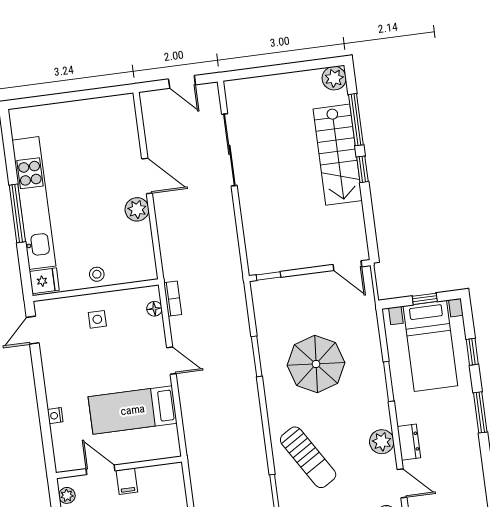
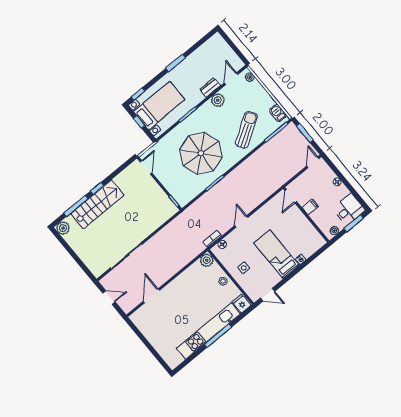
door: (182, 82) -> (109, 298), hinge flipped
door: (147, 176) -> (151, 296), moved
plant: (137, 209) -> (207, 260), moved
window: (472, 352) -> (138, 94), moved
parasol: (316, 364) -> (201, 153), width x1.36, depth x1.36
bed: (133, 410) -> (276, 254), moved, turned 180
door: (101, 470) -> (291, 196), moved

